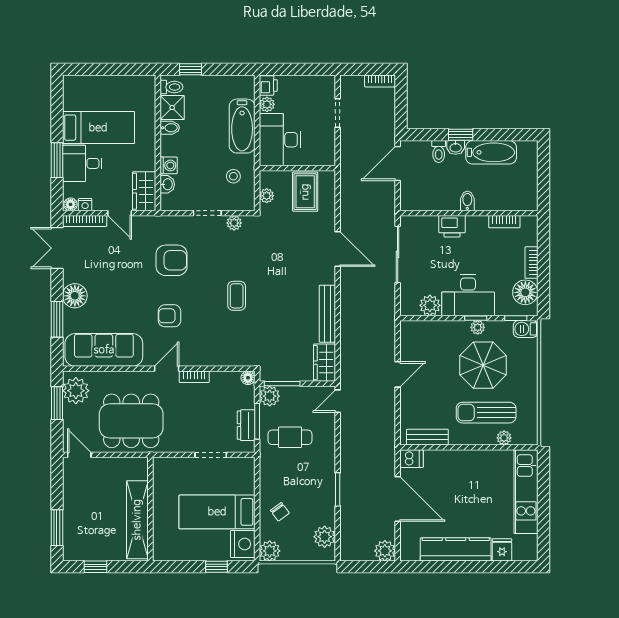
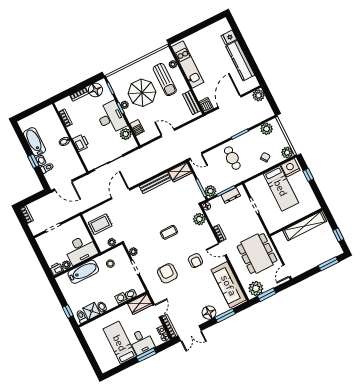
barbecue: (526, 329) -> (137, 128), moved
plant: (233, 355) -> (199, 219), added
cafe table: (290, 437) -> (232, 158), moved
kitchen unit: (526, 492) -> (188, 64), moved, turned -90

